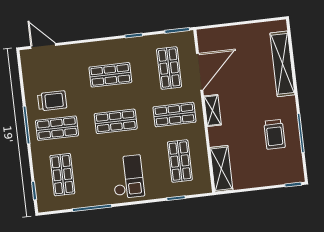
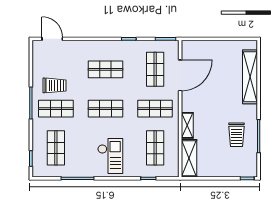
shelving: (213, 110) -> (187, 125), moved

